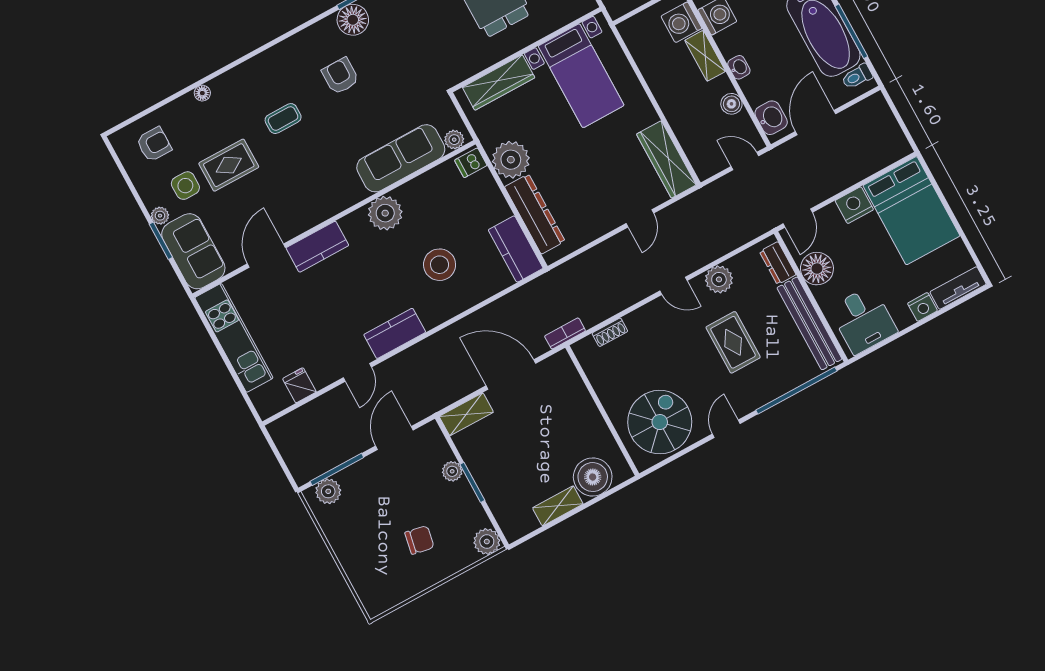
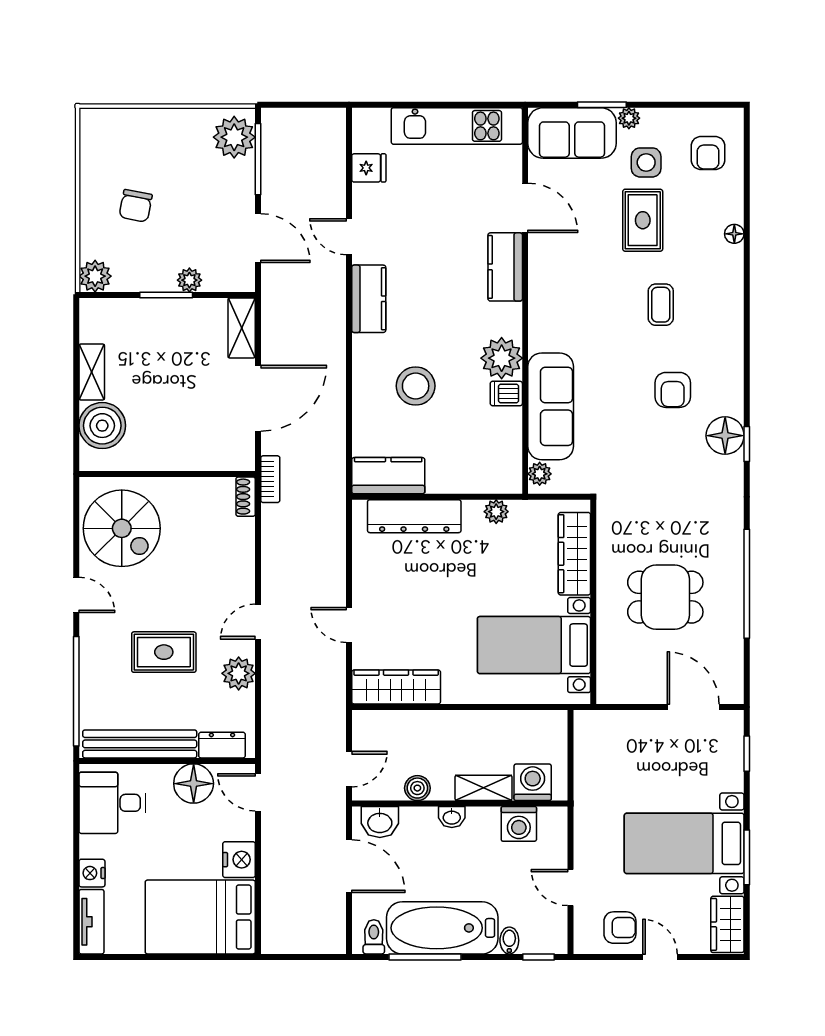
armchair: (340, 76) -> (673, 390), turned 90
plant: (511, 160) -> (496, 512), width x0.53, depth x0.53
dishwasher: (471, 163) -> (506, 394), moved, turned -90
shoe rack: (610, 332) -> (246, 497), moved
plant: (328, 491) -> (234, 137), width x1.36, depth x1.36

